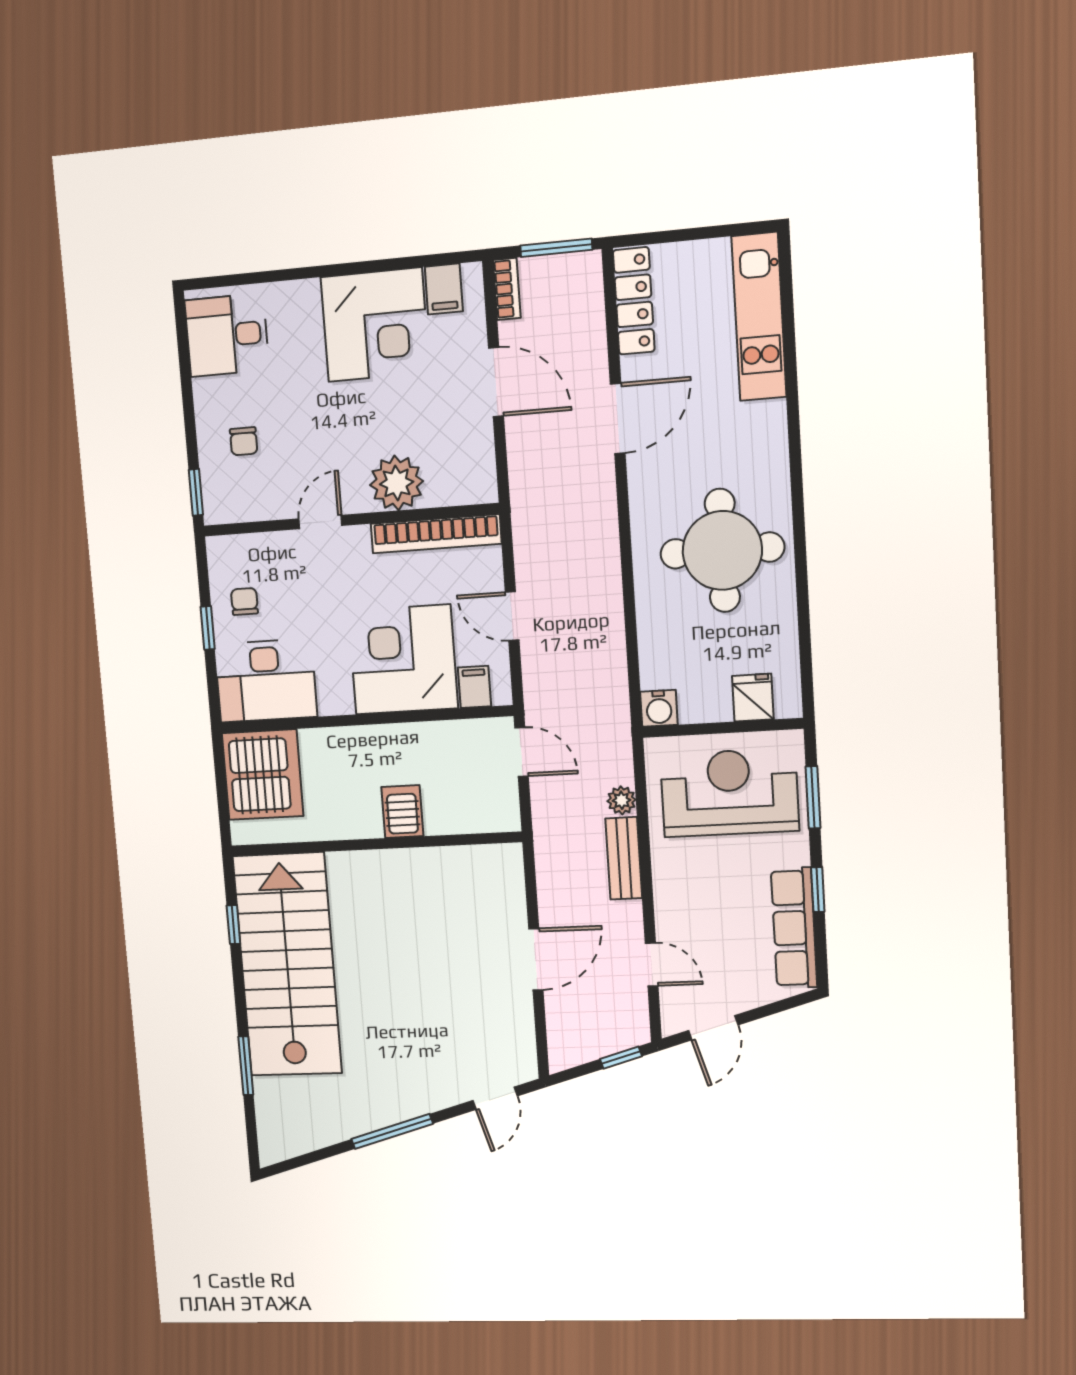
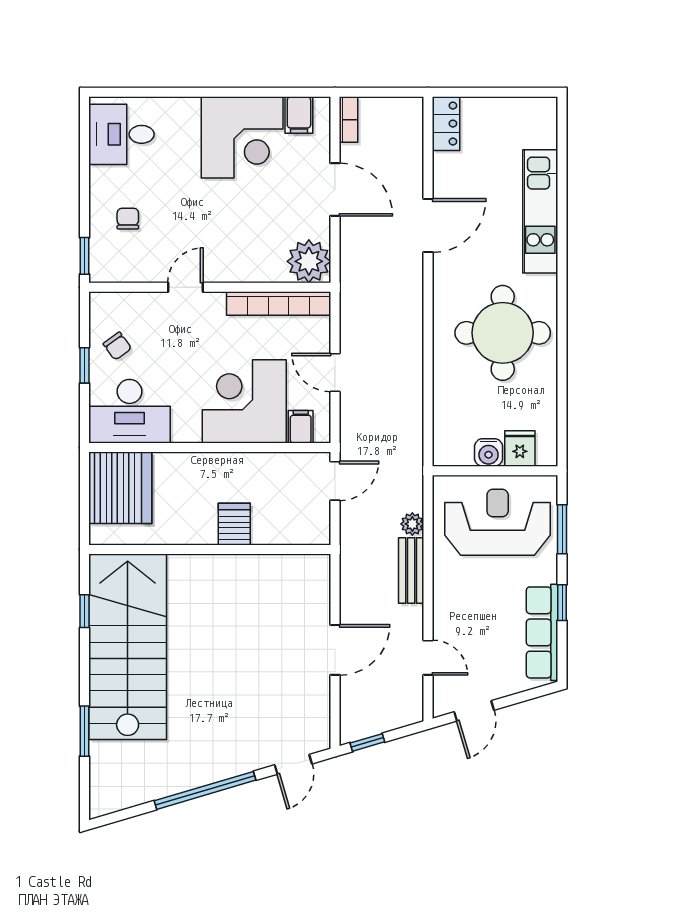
window: (556, 248) -> (389, 92), removed
locker: (634, 301) -> (446, 124), width x0.66
kitchen unit: (759, 317) -> (540, 211), moved
chair: (244, 441) -> (128, 219), turned 180
plant: (397, 483) -> (309, 261), moved
chair: (244, 601) -> (117, 346), turned 144
water cooler: (659, 708) -> (489, 452), moved
door: (522, 752) -> (335, 481), hinge flipped
window: (621, 1058) -> (367, 742), moved
window: (392, 1131) -> (205, 790), width x1.46

